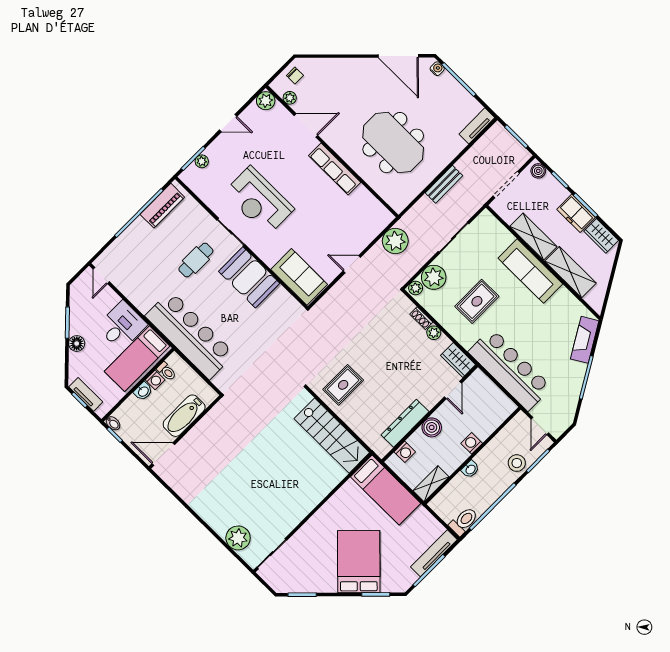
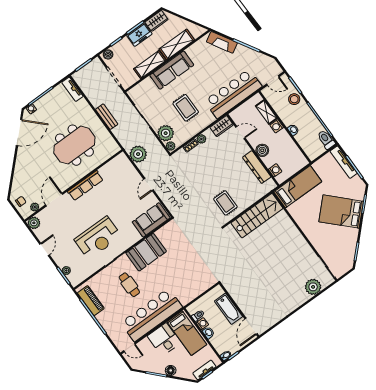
bar counter: (190, 335) -> (152, 315), moved
shelving: (431, 484) -> (266, 112), moved

